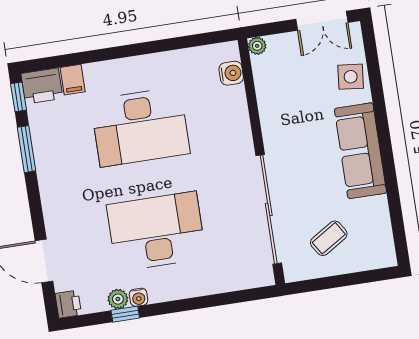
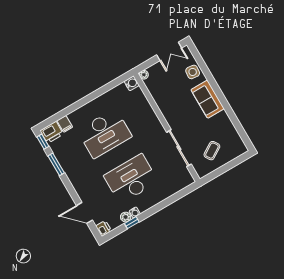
water cooler: (231, 73) -> (132, 83), moved
sofa: (360, 151) -> (208, 99), width x0.73
sliding door: (269, 209) -> (179, 148), width x0.73

